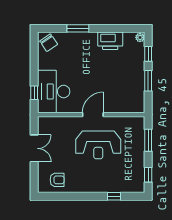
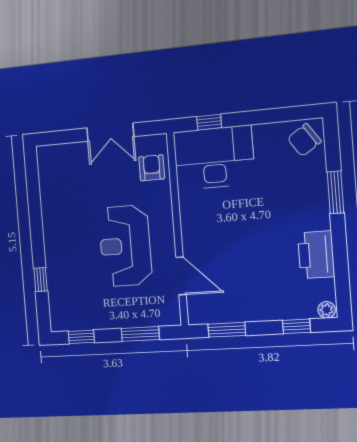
window: (148, 81) -> (227, 330), moved
door: (93, 115) -> (181, 276), moved
armchair: (57, 180) -> (152, 168), moved, turned 180

